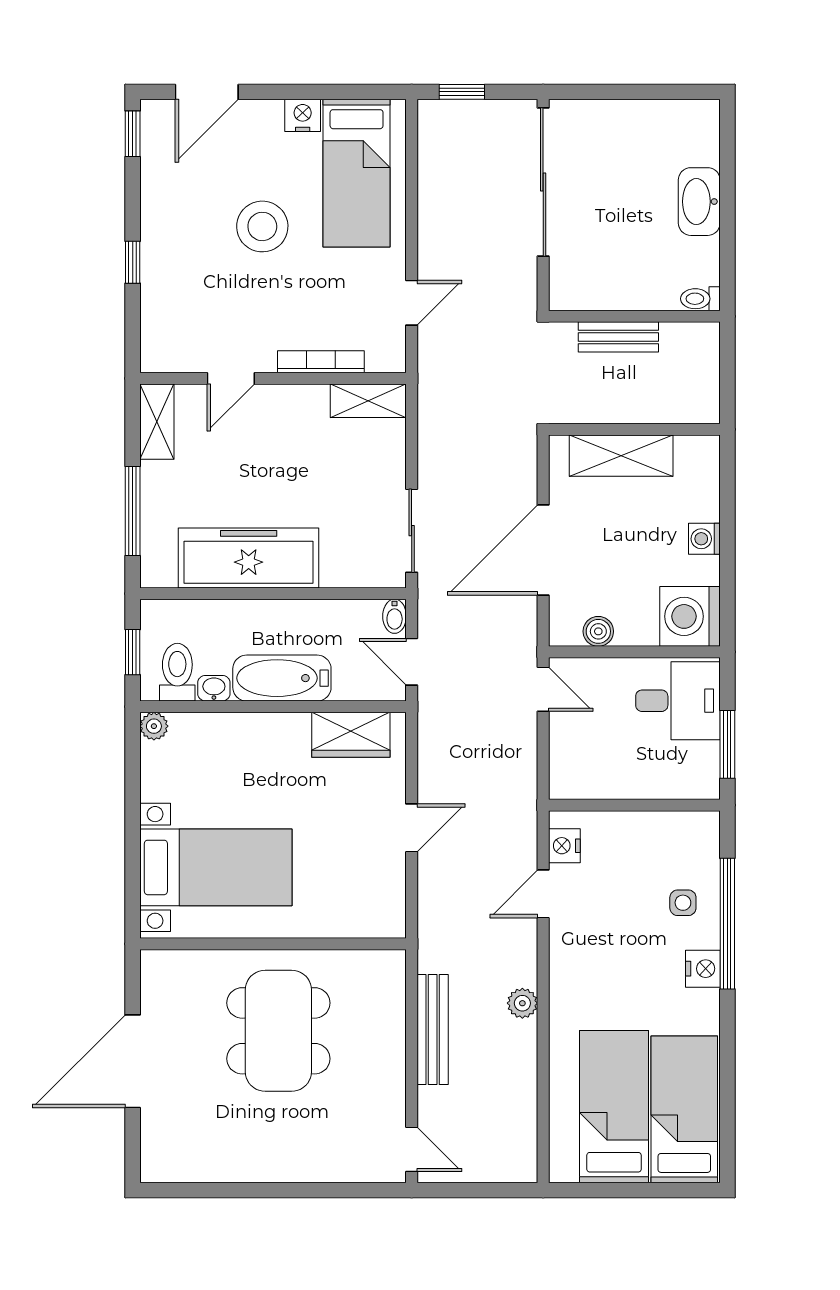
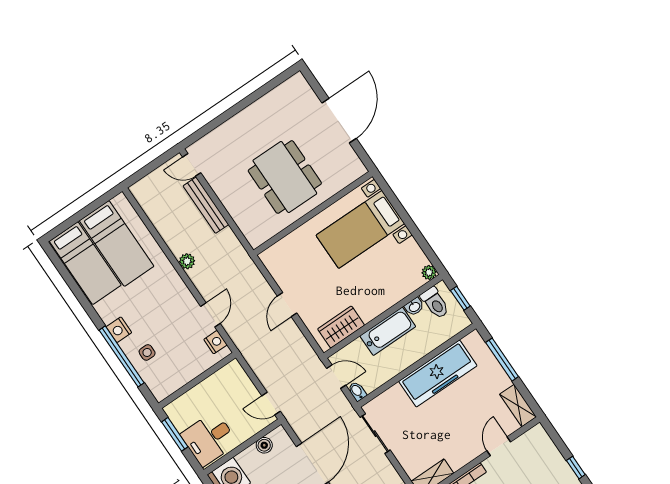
bench: (433, 1029) -> (206, 205), moved

